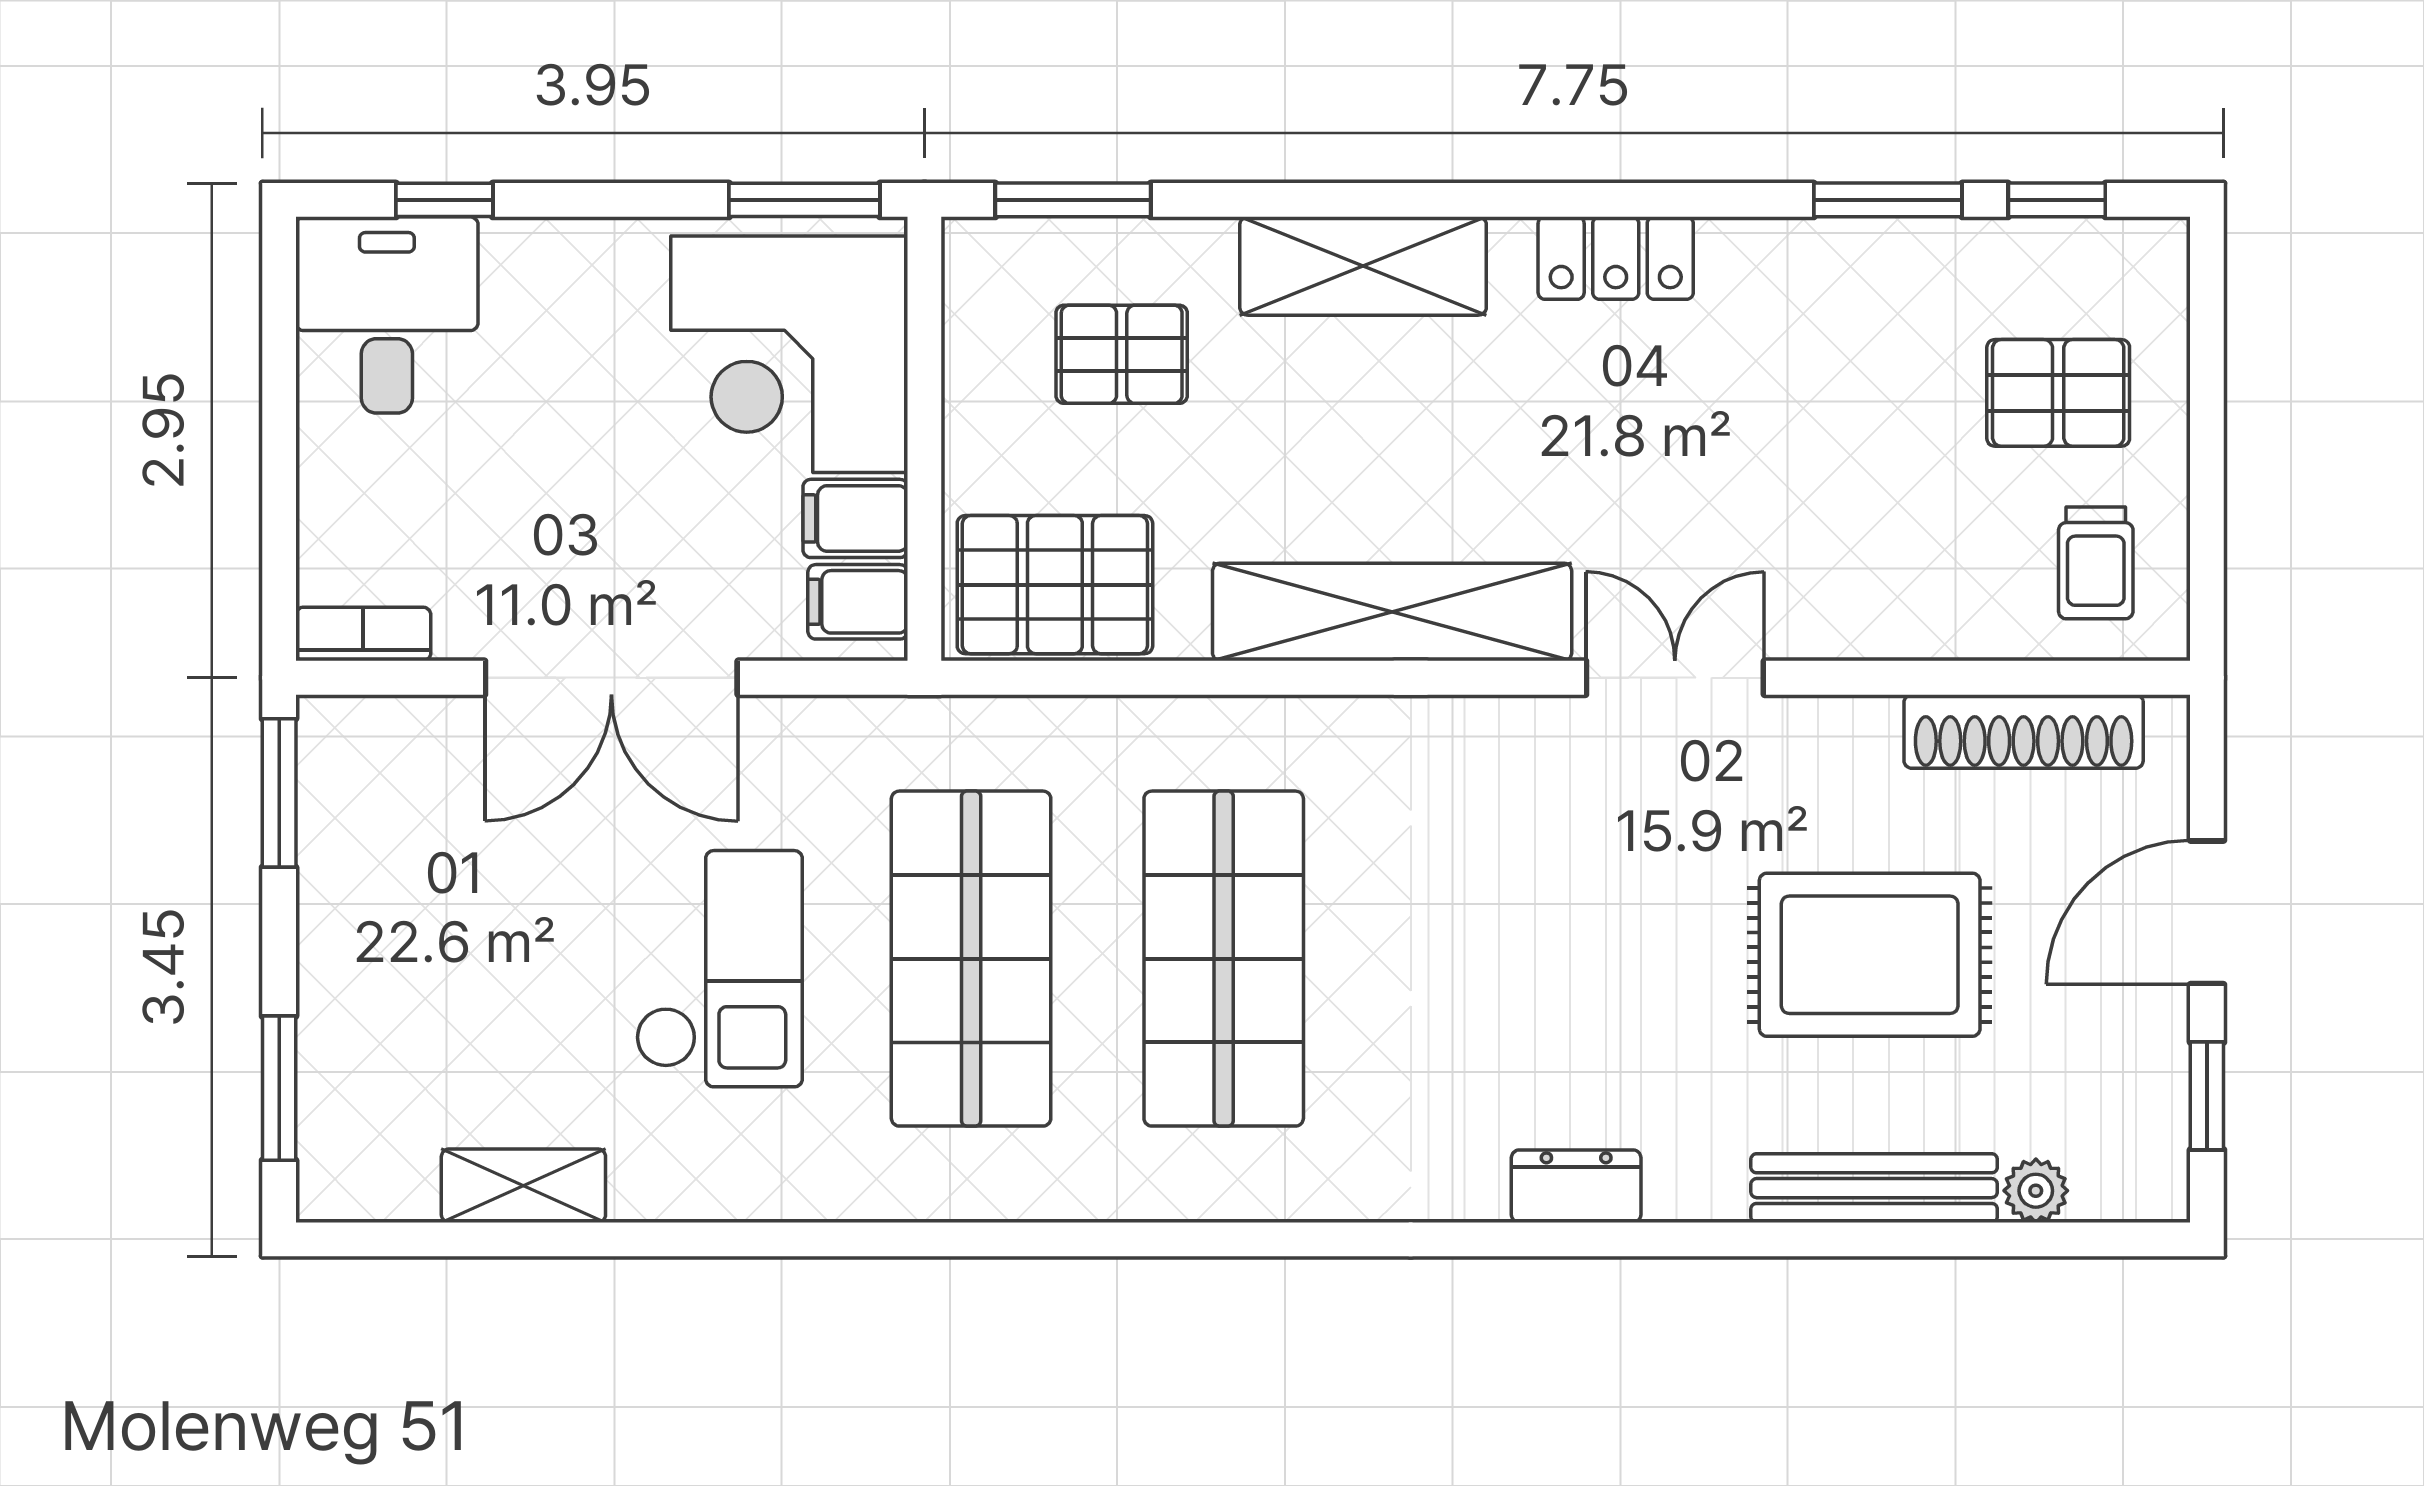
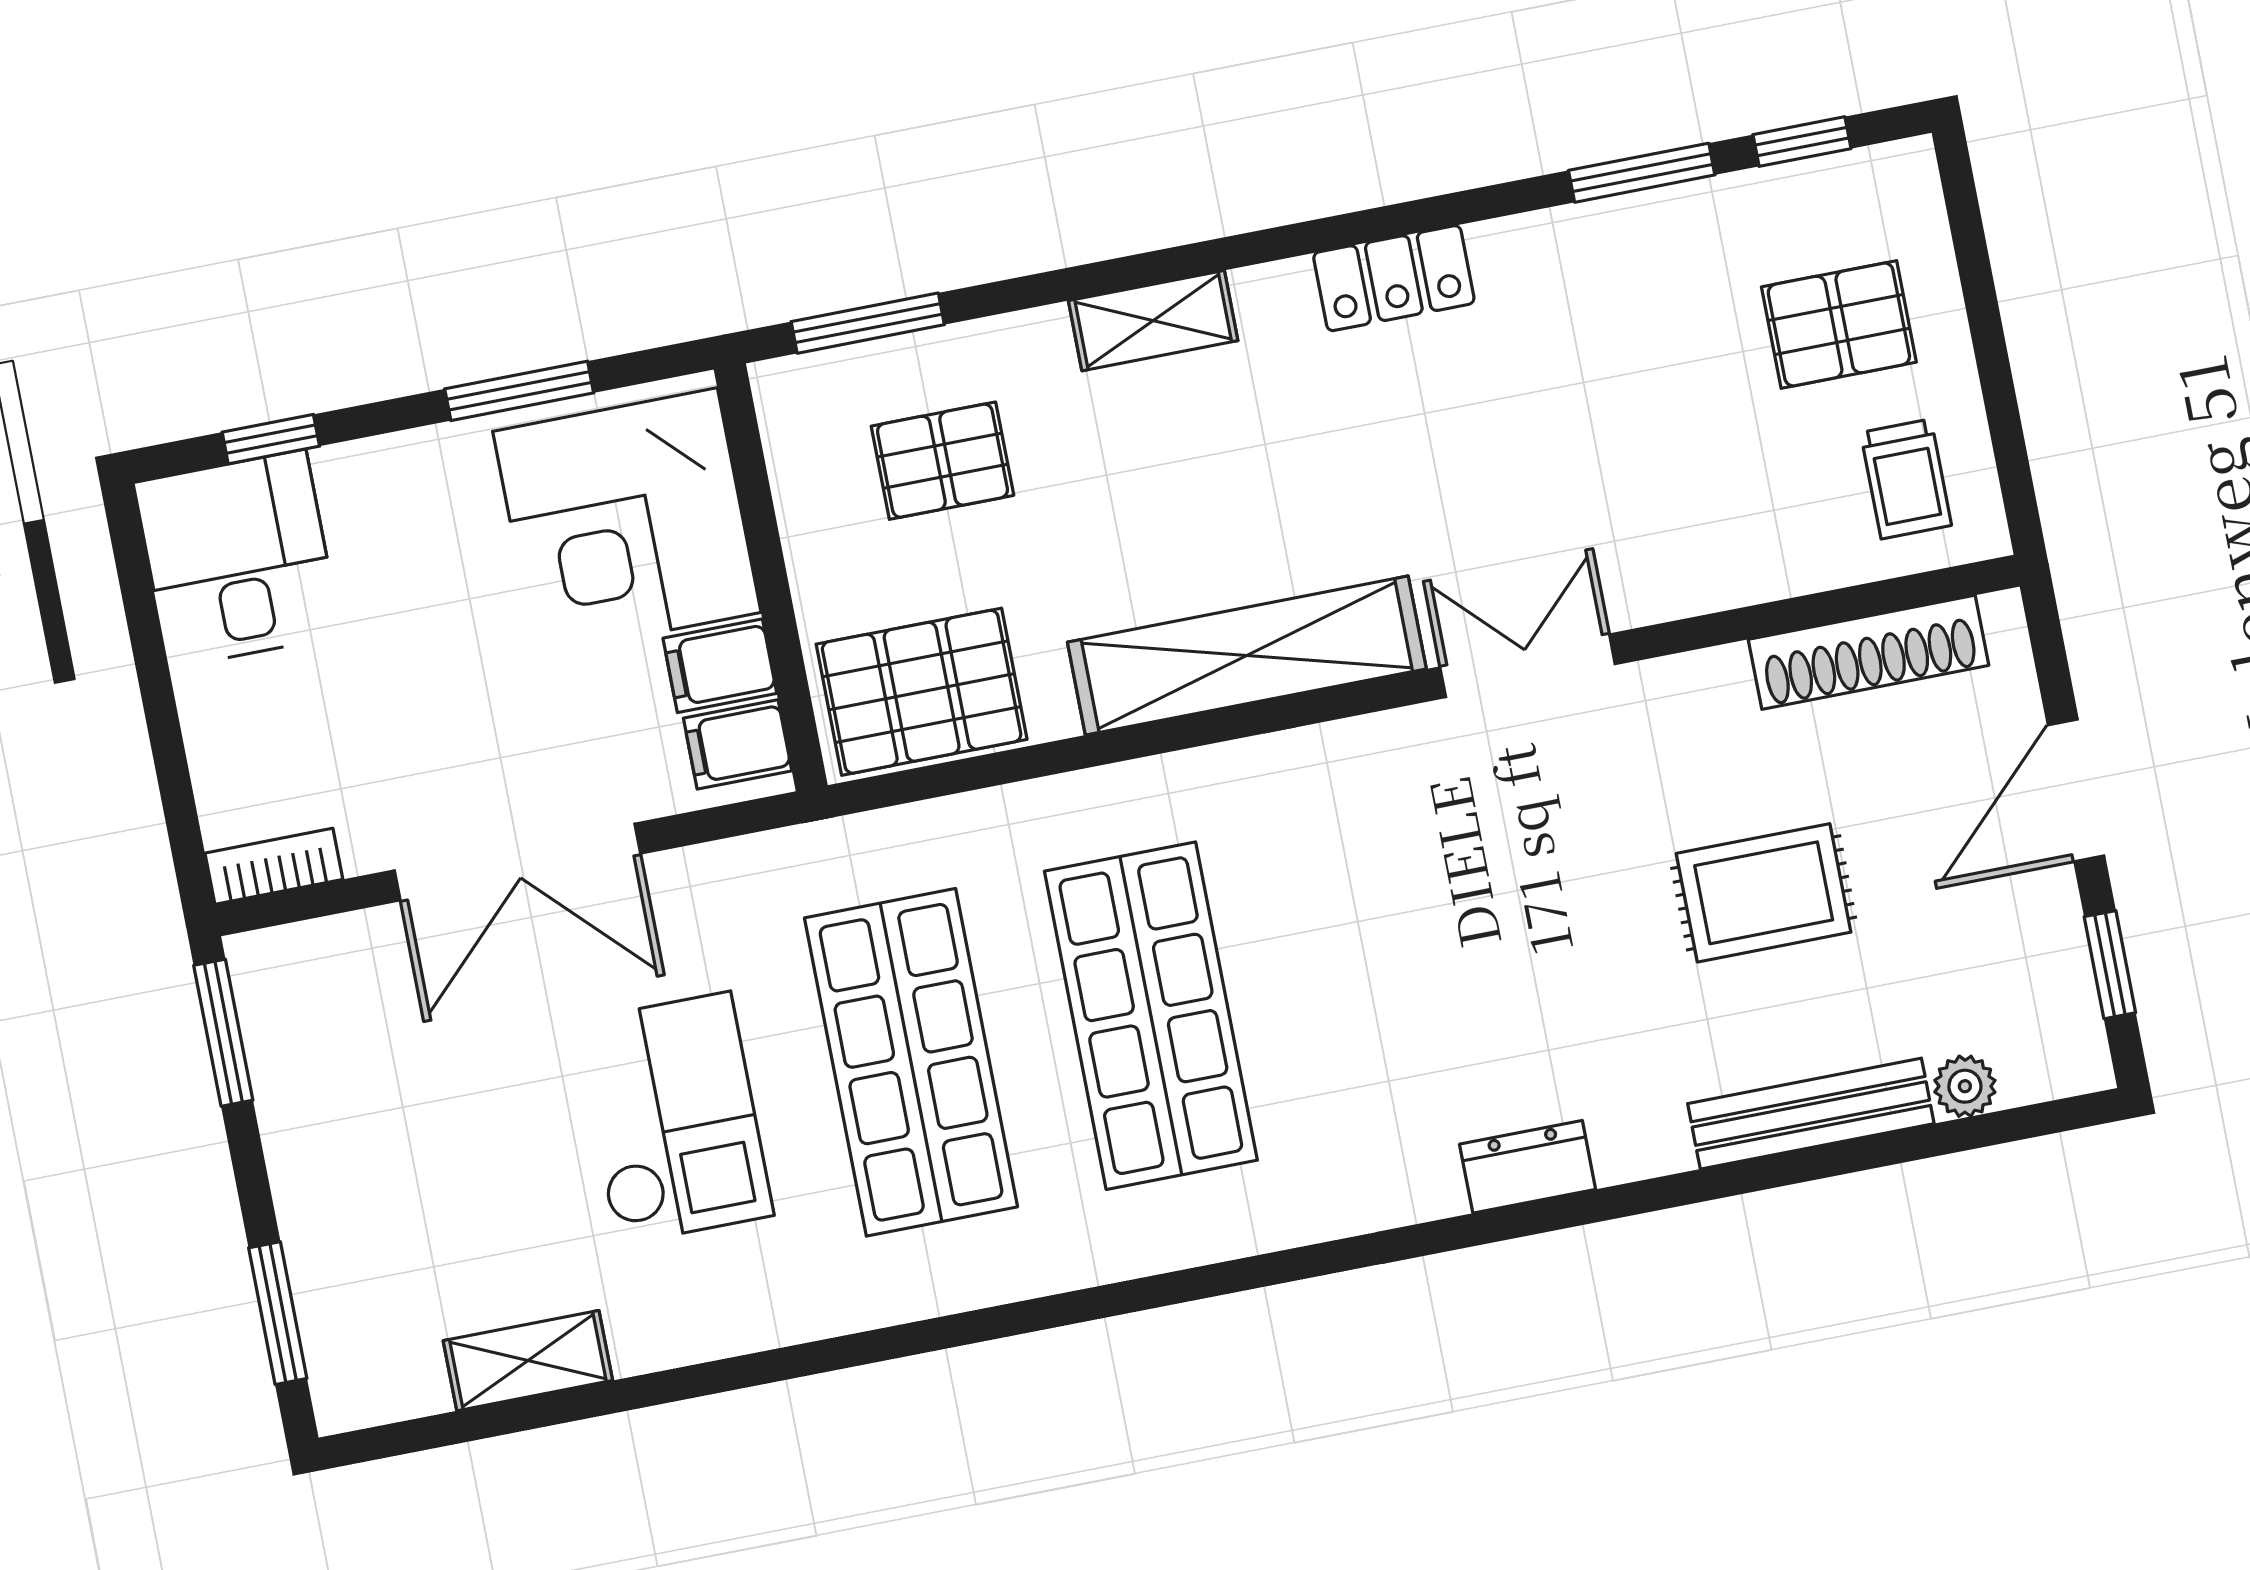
window: (804, 200) -> (519, 391), moved
shelving: (1363, 266) -> (1153, 321), width x0.67, depth x0.75
rug: (1870, 955) -> (1764, 893), width x0.73, depth x0.70

